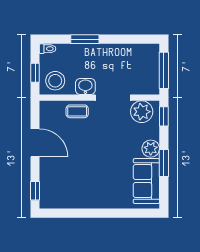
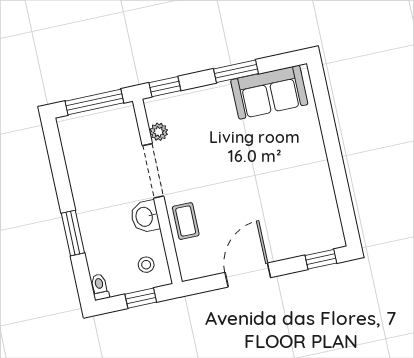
stool: (55, 81) -> (146, 265), width x0.53, depth x0.53
plant: (142, 112) -> (159, 132), width x0.53, depth x0.53
plant: (151, 149) -> (218, 96), removed

